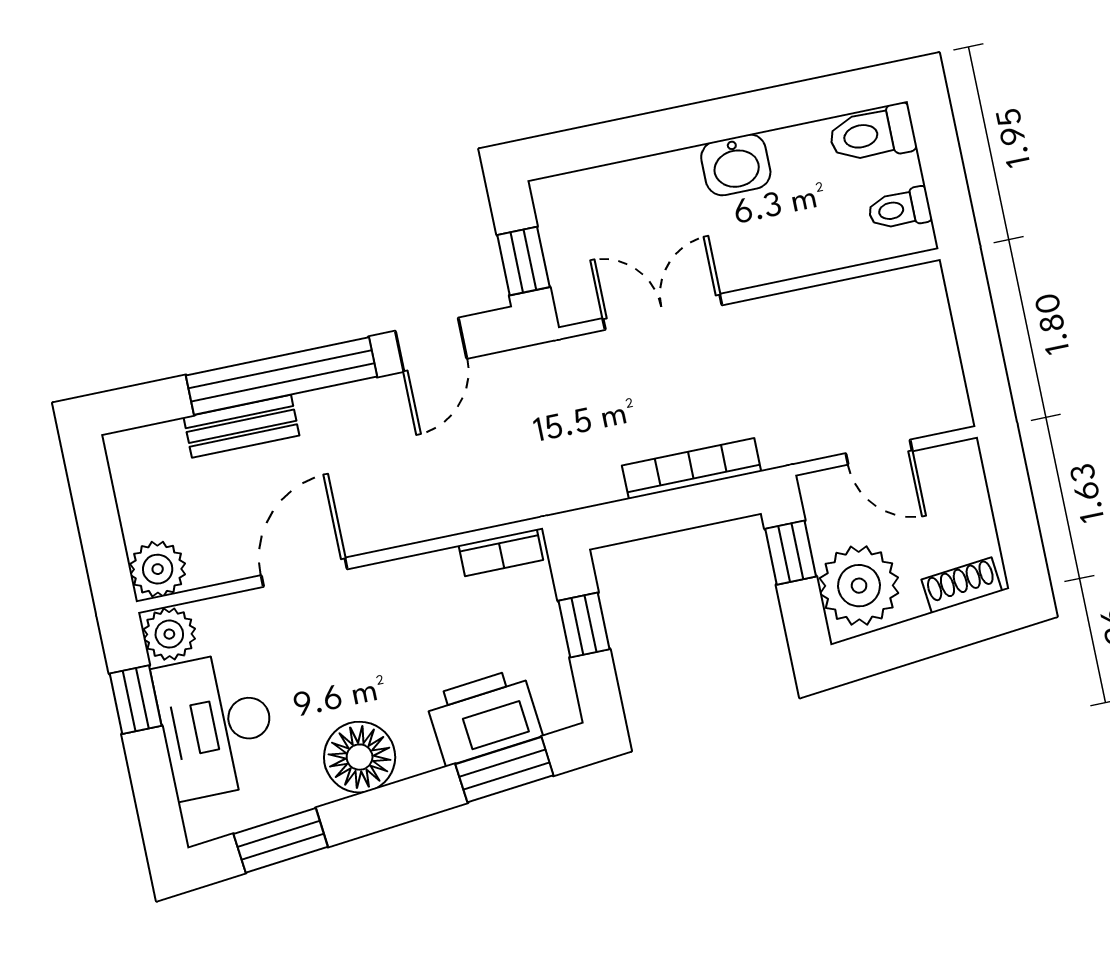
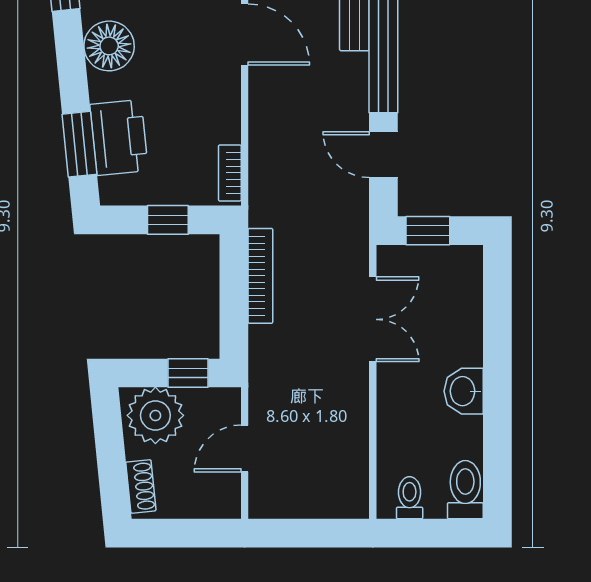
bookcase: (692, 469) -> (260, 276), moved

